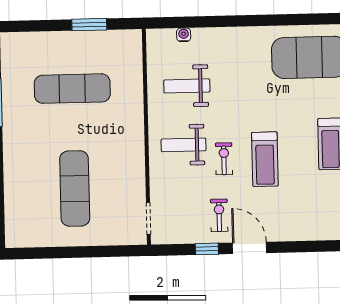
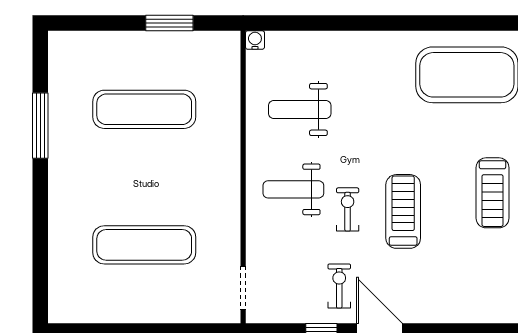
water cooler: (184, 35) -> (255, 40), moved
treadmill: (265, 159) -> (403, 211), turned 180
exercise mat: (75, 189) -> (144, 245), turned 90

